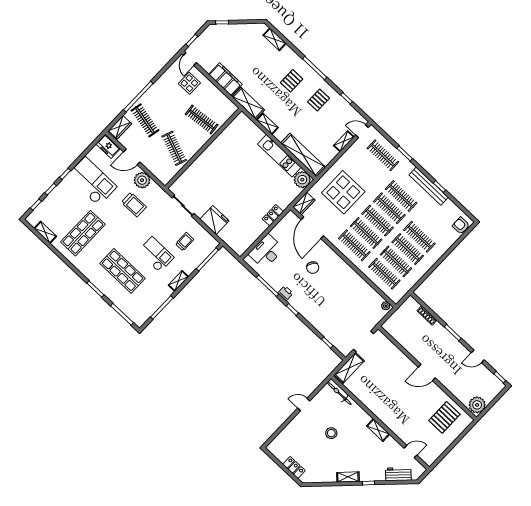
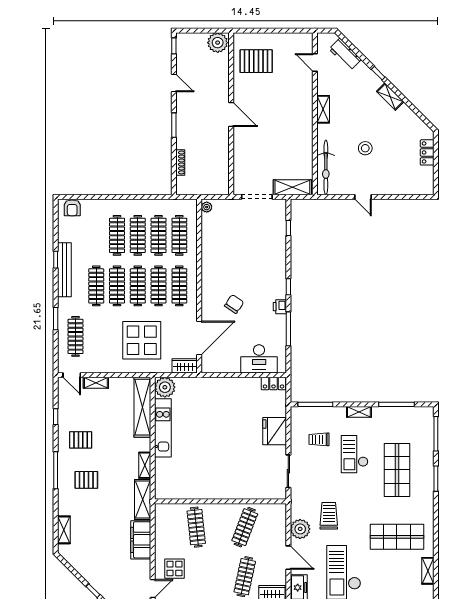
locker: (273, 215) -> (273, 383), moved
bicycle: (339, 393) -> (326, 167), width x1.37, depth x1.40

